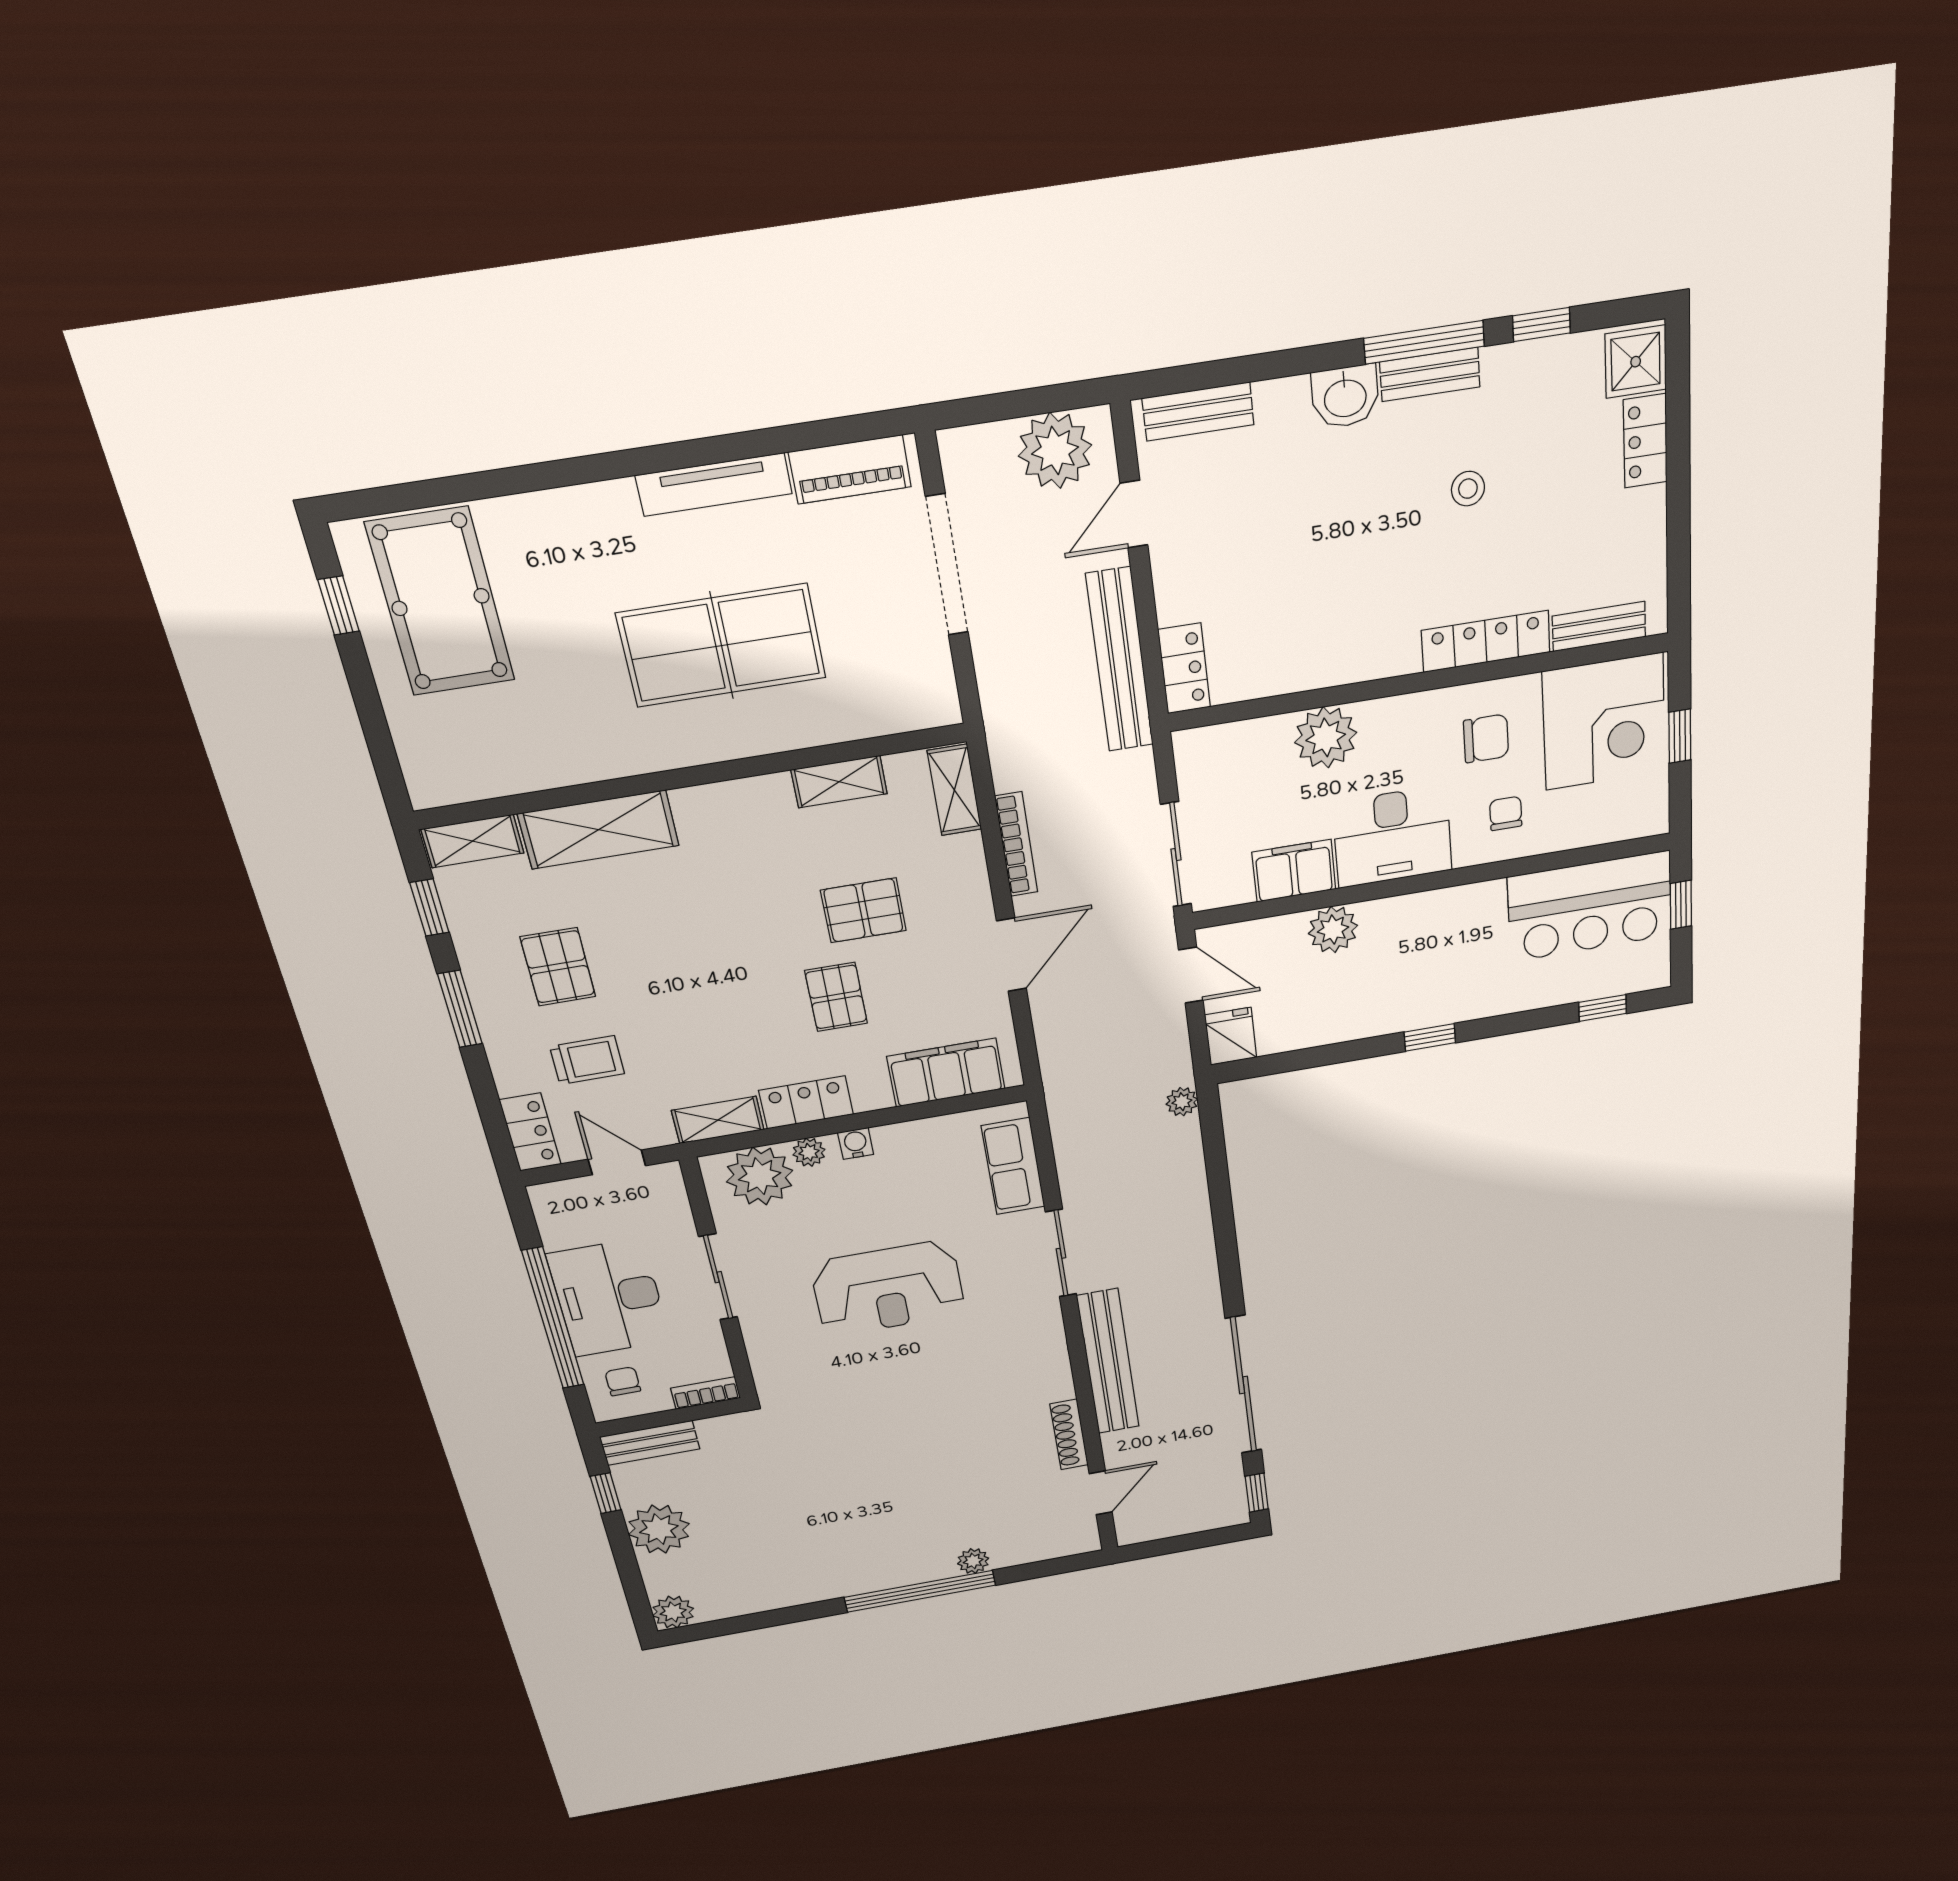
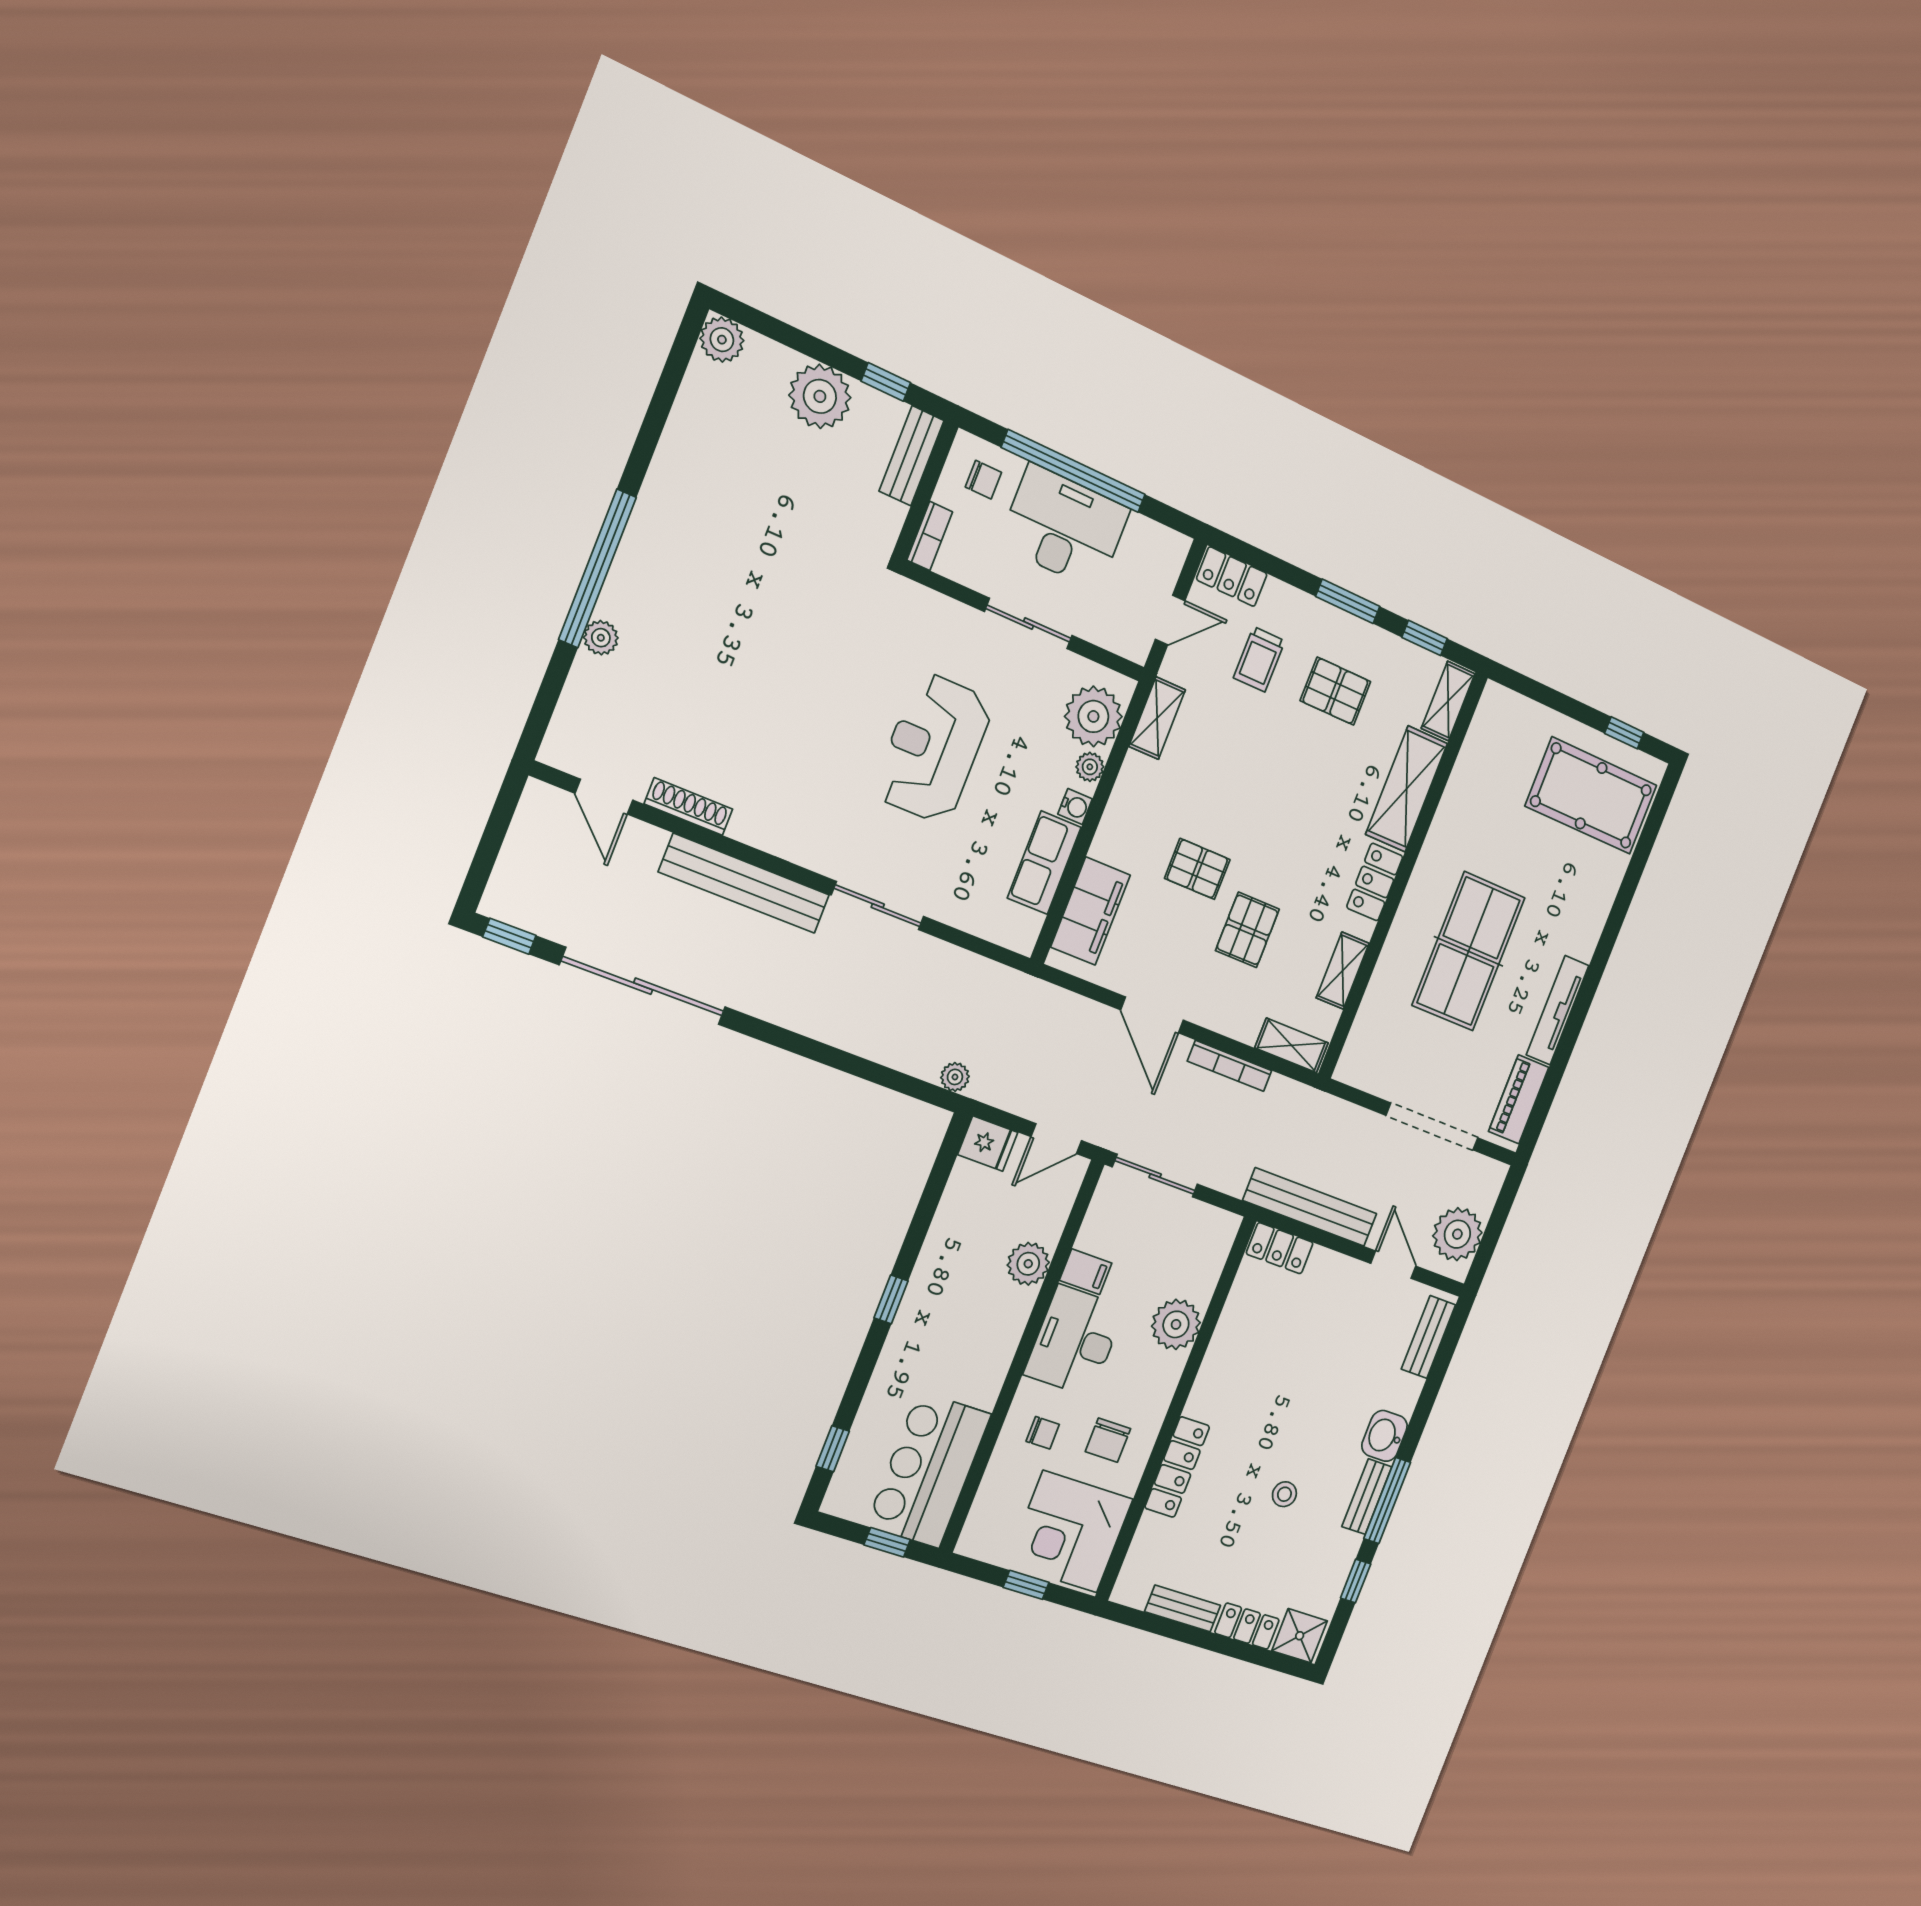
bench: (1599, 626) -> (1183, 1609), moved, turned 90
filing cabinet: (1294, 871) -> (1086, 1272), width x0.50
locker: (806, 1102) -> (1375, 882), moved, turned 180
row of seats: (1013, 1166) -> (1044, 863), moved, turned -90

